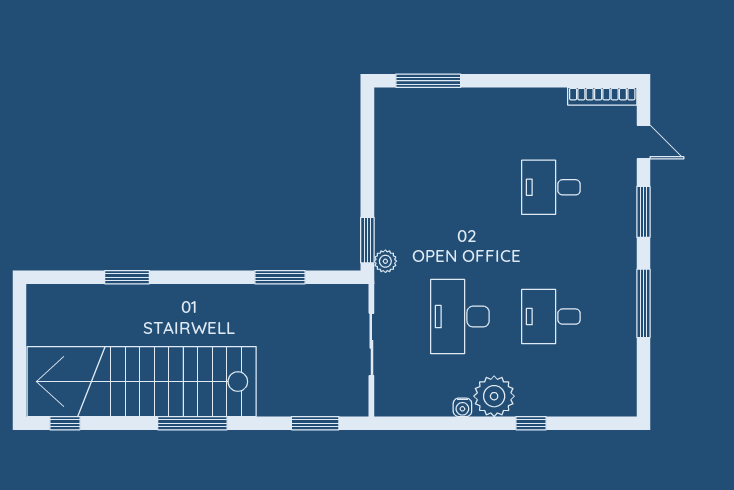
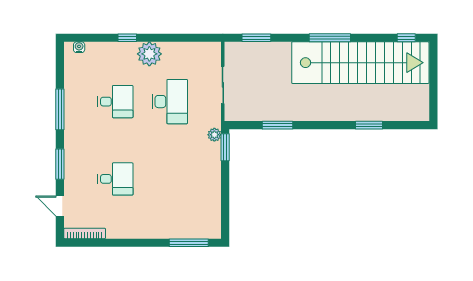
water cooler: (462, 407) -> (79, 47), moved

